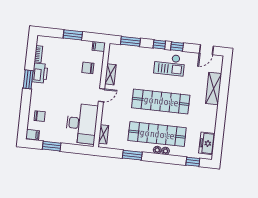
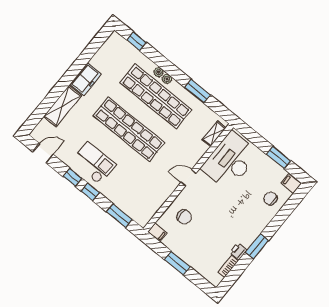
printer: (40, 73) -> (238, 251), width x0.53, depth x0.68
shelving: (111, 74) -> (164, 194), removed
freezer: (207, 143) -> (86, 79), moved

